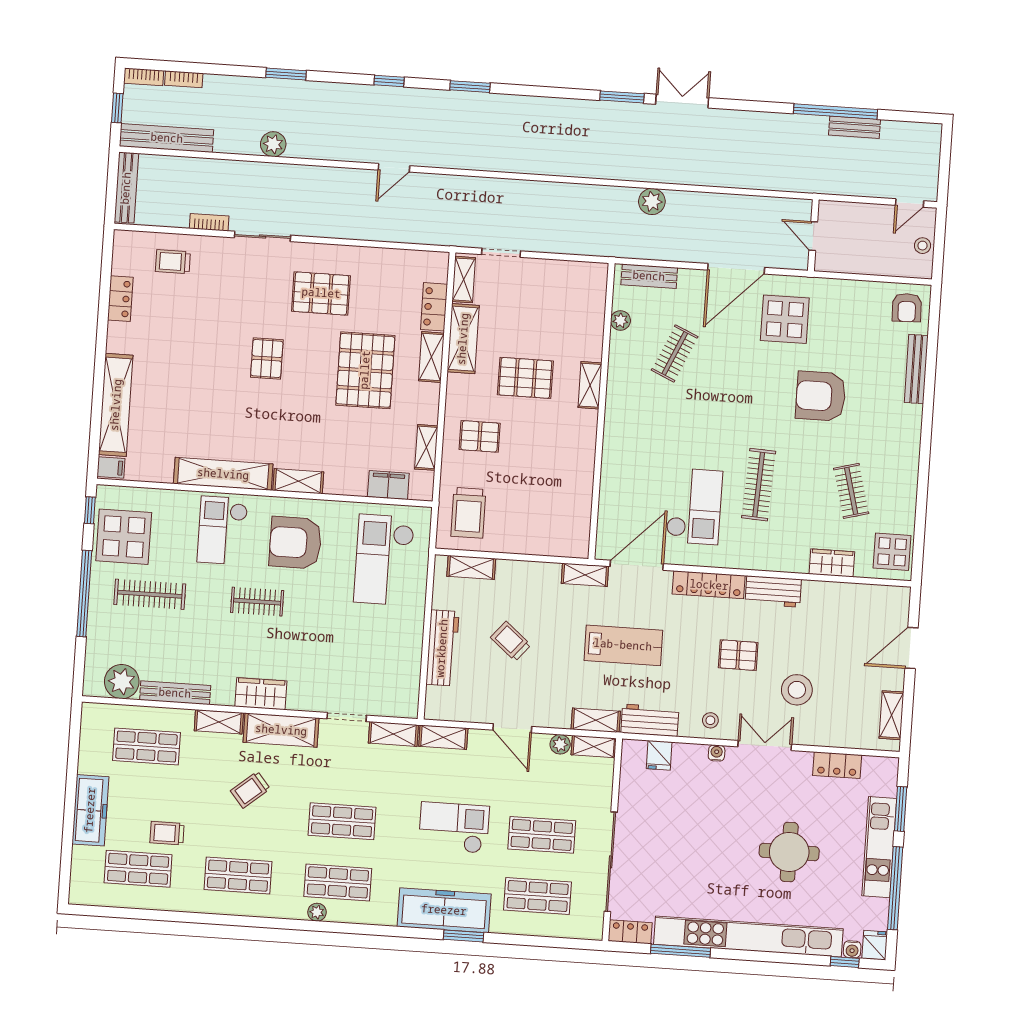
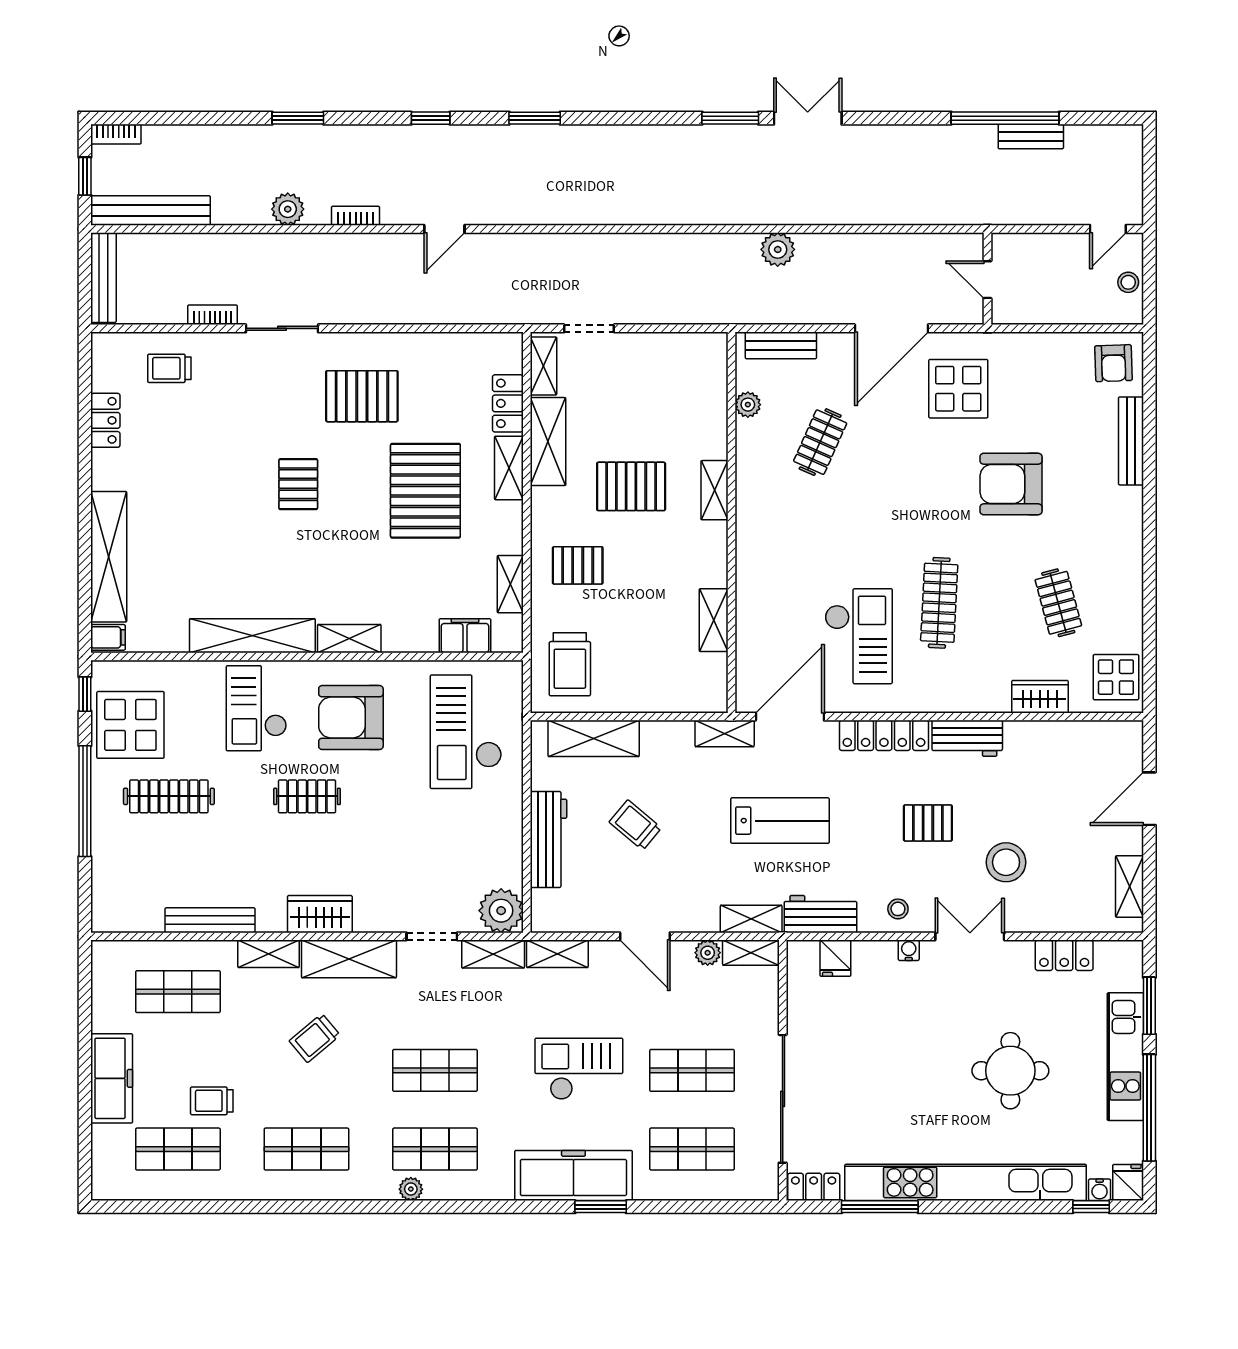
bookcase: (184, 79) -> (356, 216), moved, turned 180
shelving: (582, 486) -> (714, 620), added
shelving: (471, 567) -> (594, 738), width x1.50, depth x1.33
plant: (122, 682) -> (501, 911), moved

